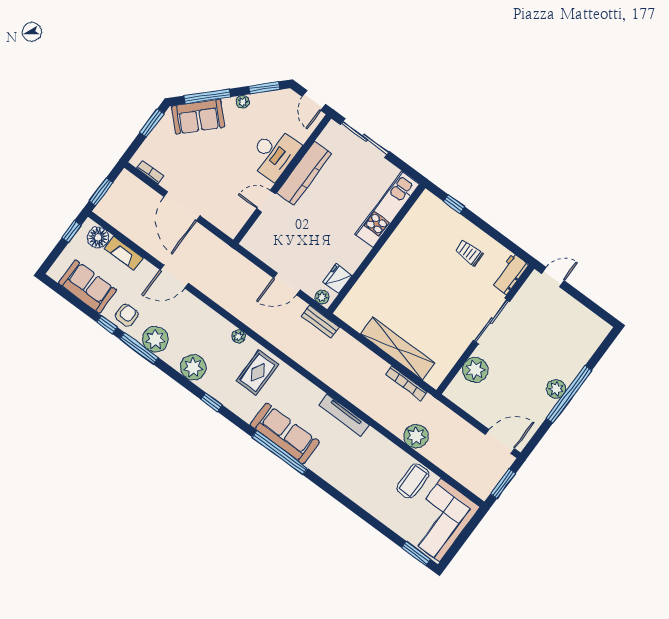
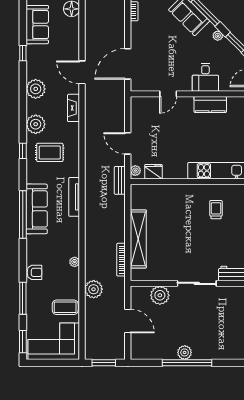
desk: (274, 153) -> (205, 77), width x0.73
kitchen counter: (304, 173) -> (210, 105), width x0.67
door: (266, 201) -> (168, 94), swing flipped
door: (182, 206) -> (128, 64), moved
fireplace: (124, 253) -> (74, 108), moved
trolley: (469, 253) -> (216, 210), moved
armchair: (127, 315) -> (35, 272), moved
plant: (238, 336) -> (75, 262), moved
window: (139, 348) -> (23, 298), moved
rug: (258, 373) -> (50, 152), moved
tv unit: (344, 415) -> (74, 197), moved
door: (500, 442) -> (128, 321), moved

